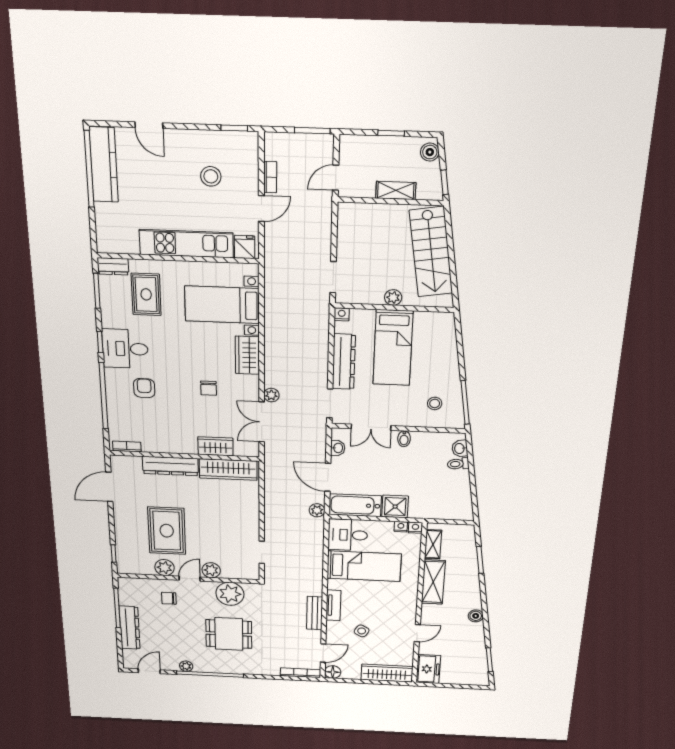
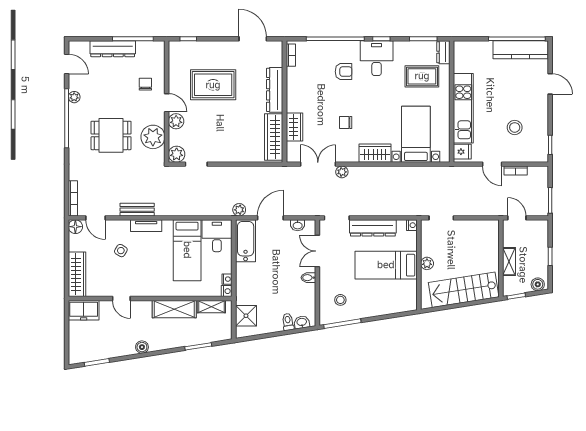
door: (149, 125) -> (550, 84), swing flipped
shower: (395, 507) -> (246, 316), moved
plant: (165, 568) -> (177, 154), moved
dining table: (229, 634) -> (111, 135), turned 90

